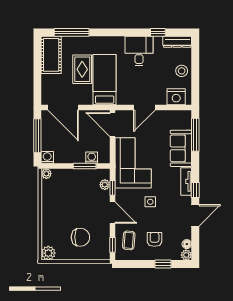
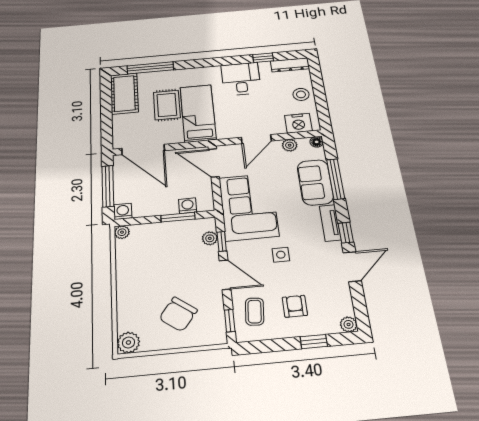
plant: (167, 115) -> (290, 145), added
window: (195, 135) -> (336, 179), moved
chair: (80, 237) -> (178, 314), turned 127
floor lamp: (187, 244) -> (317, 142), moved

